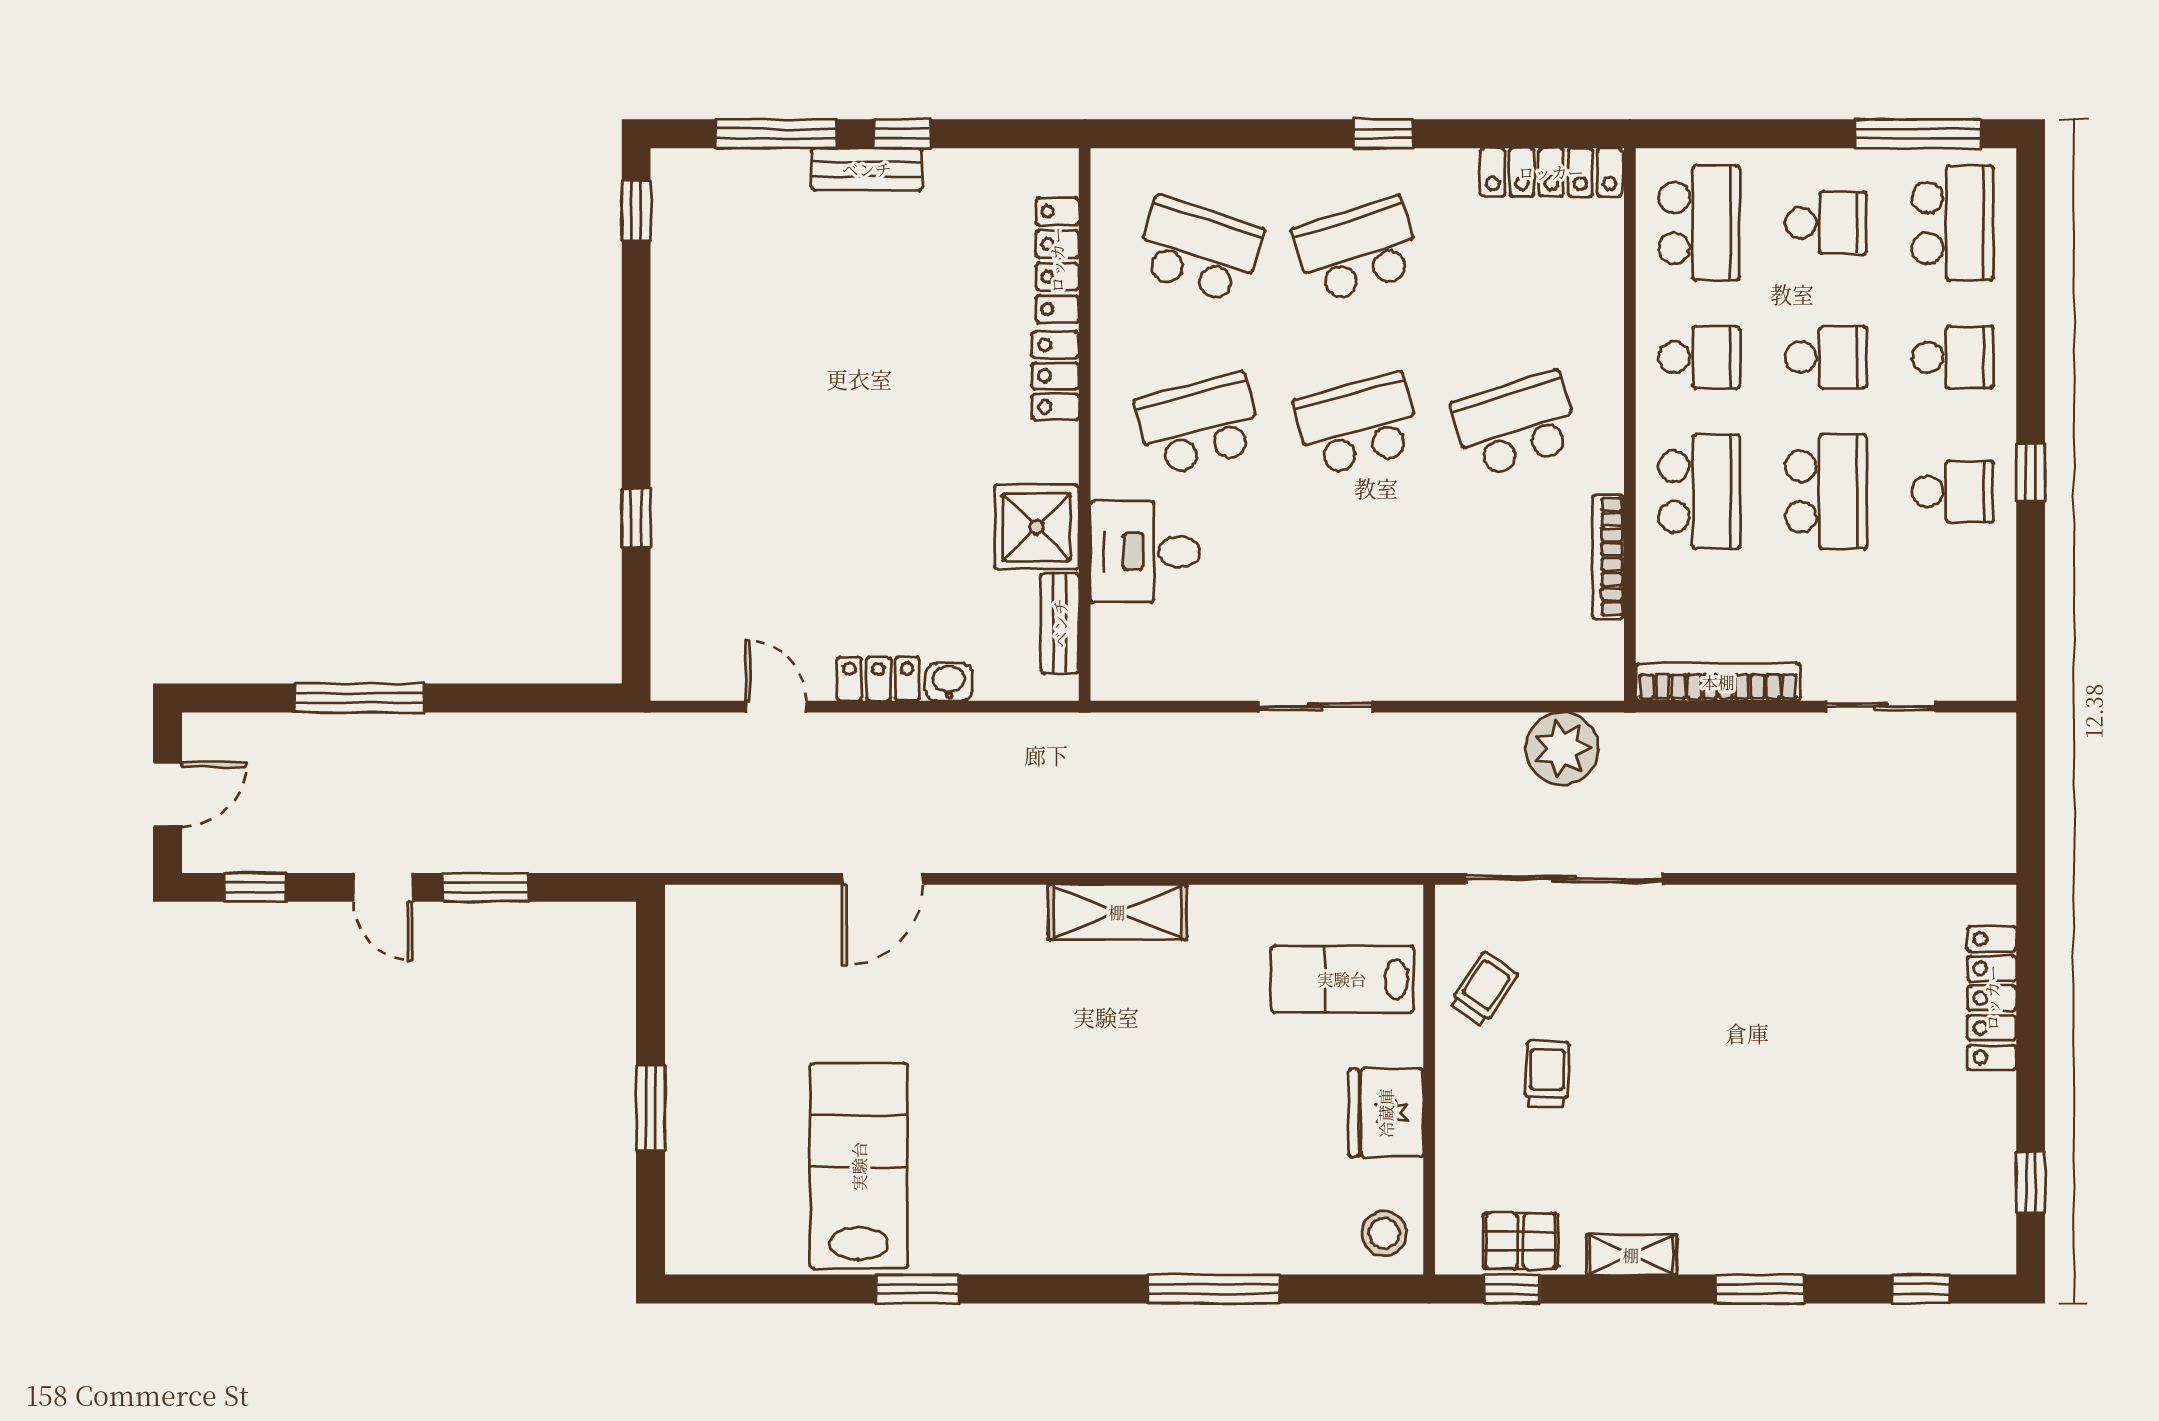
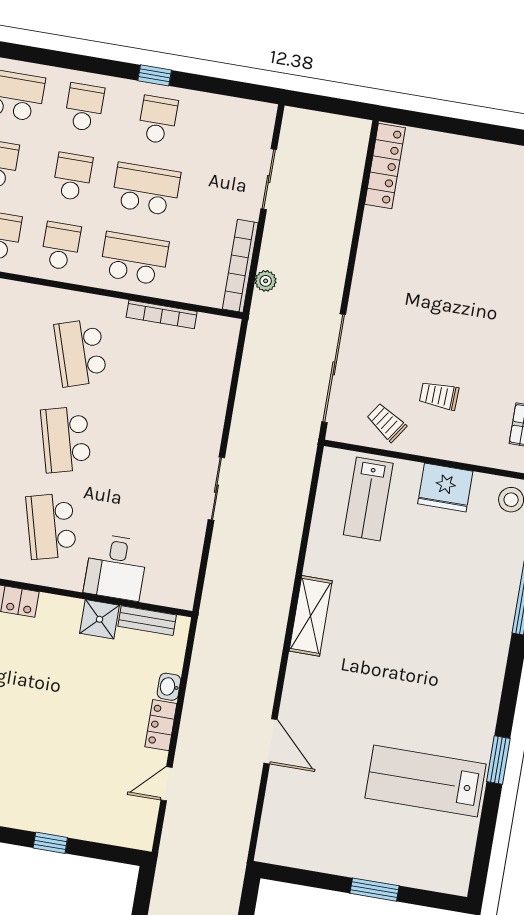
shower: (1037, 527) -> (100, 619), width x0.73, depth x0.73
plant: (1562, 749) -> (266, 281), moved, width x0.53, depth x0.53
locker: (1992, 998) -> (385, 166), moved, turned -90

